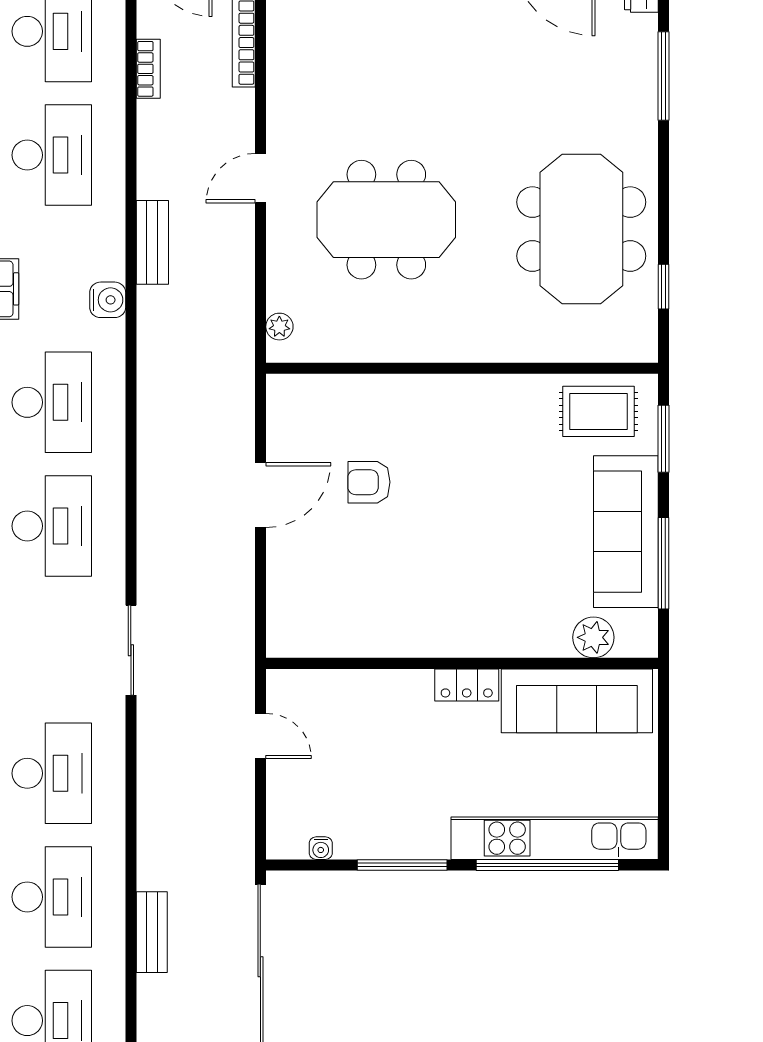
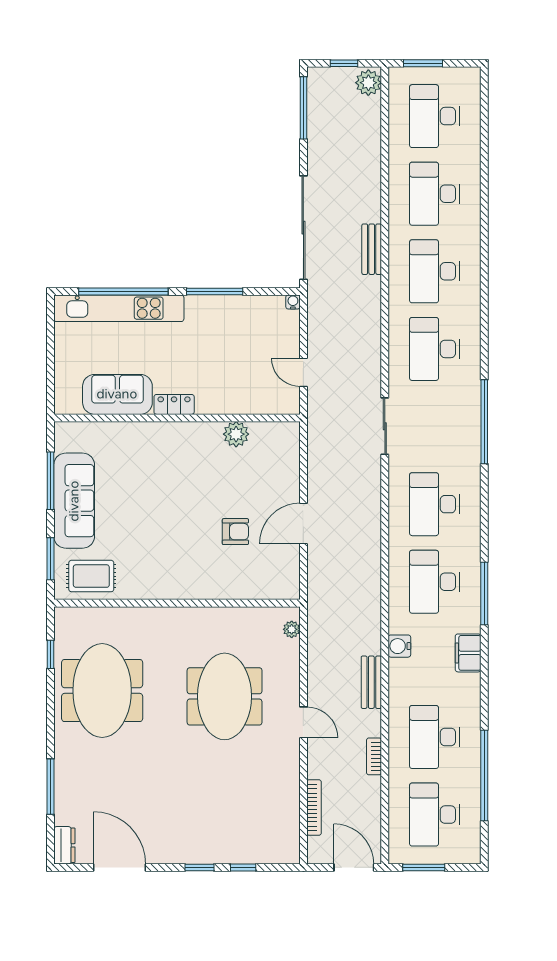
bookcase: (148, 69) -> (374, 756), moved
door: (260, 178) -> (303, 722), hinge flipped
meeting table: (386, 220) -> (225, 696), turned 90
plant: (593, 637) -> (236, 434), moved
sofa: (577, 701) -> (117, 394), width x0.73
water cooler: (321, 848) -> (293, 302), moved

